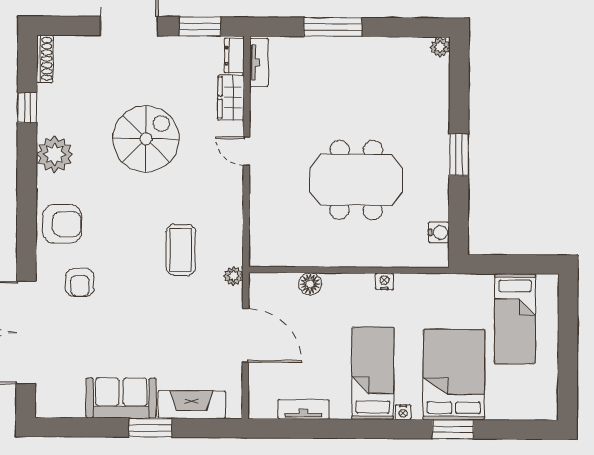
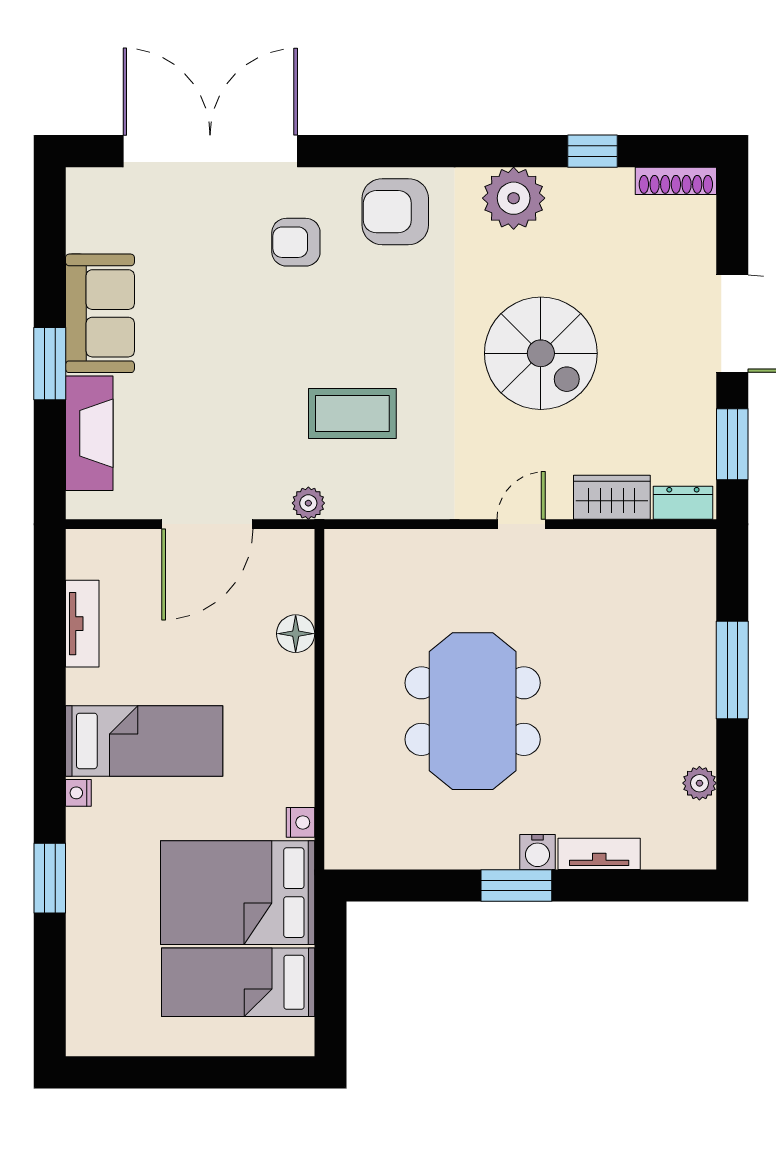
plant: (440, 47) -> (699, 783), moved
tv unit: (259, 62) -> (599, 854), moved, turned 180
armchair: (62, 224) -> (395, 212), turned 90
water cooler: (439, 232) -> (538, 852), moved
nightstand: (384, 281) -> (301, 822), moved
bed: (454, 375) -> (238, 893), moved, turned 180

